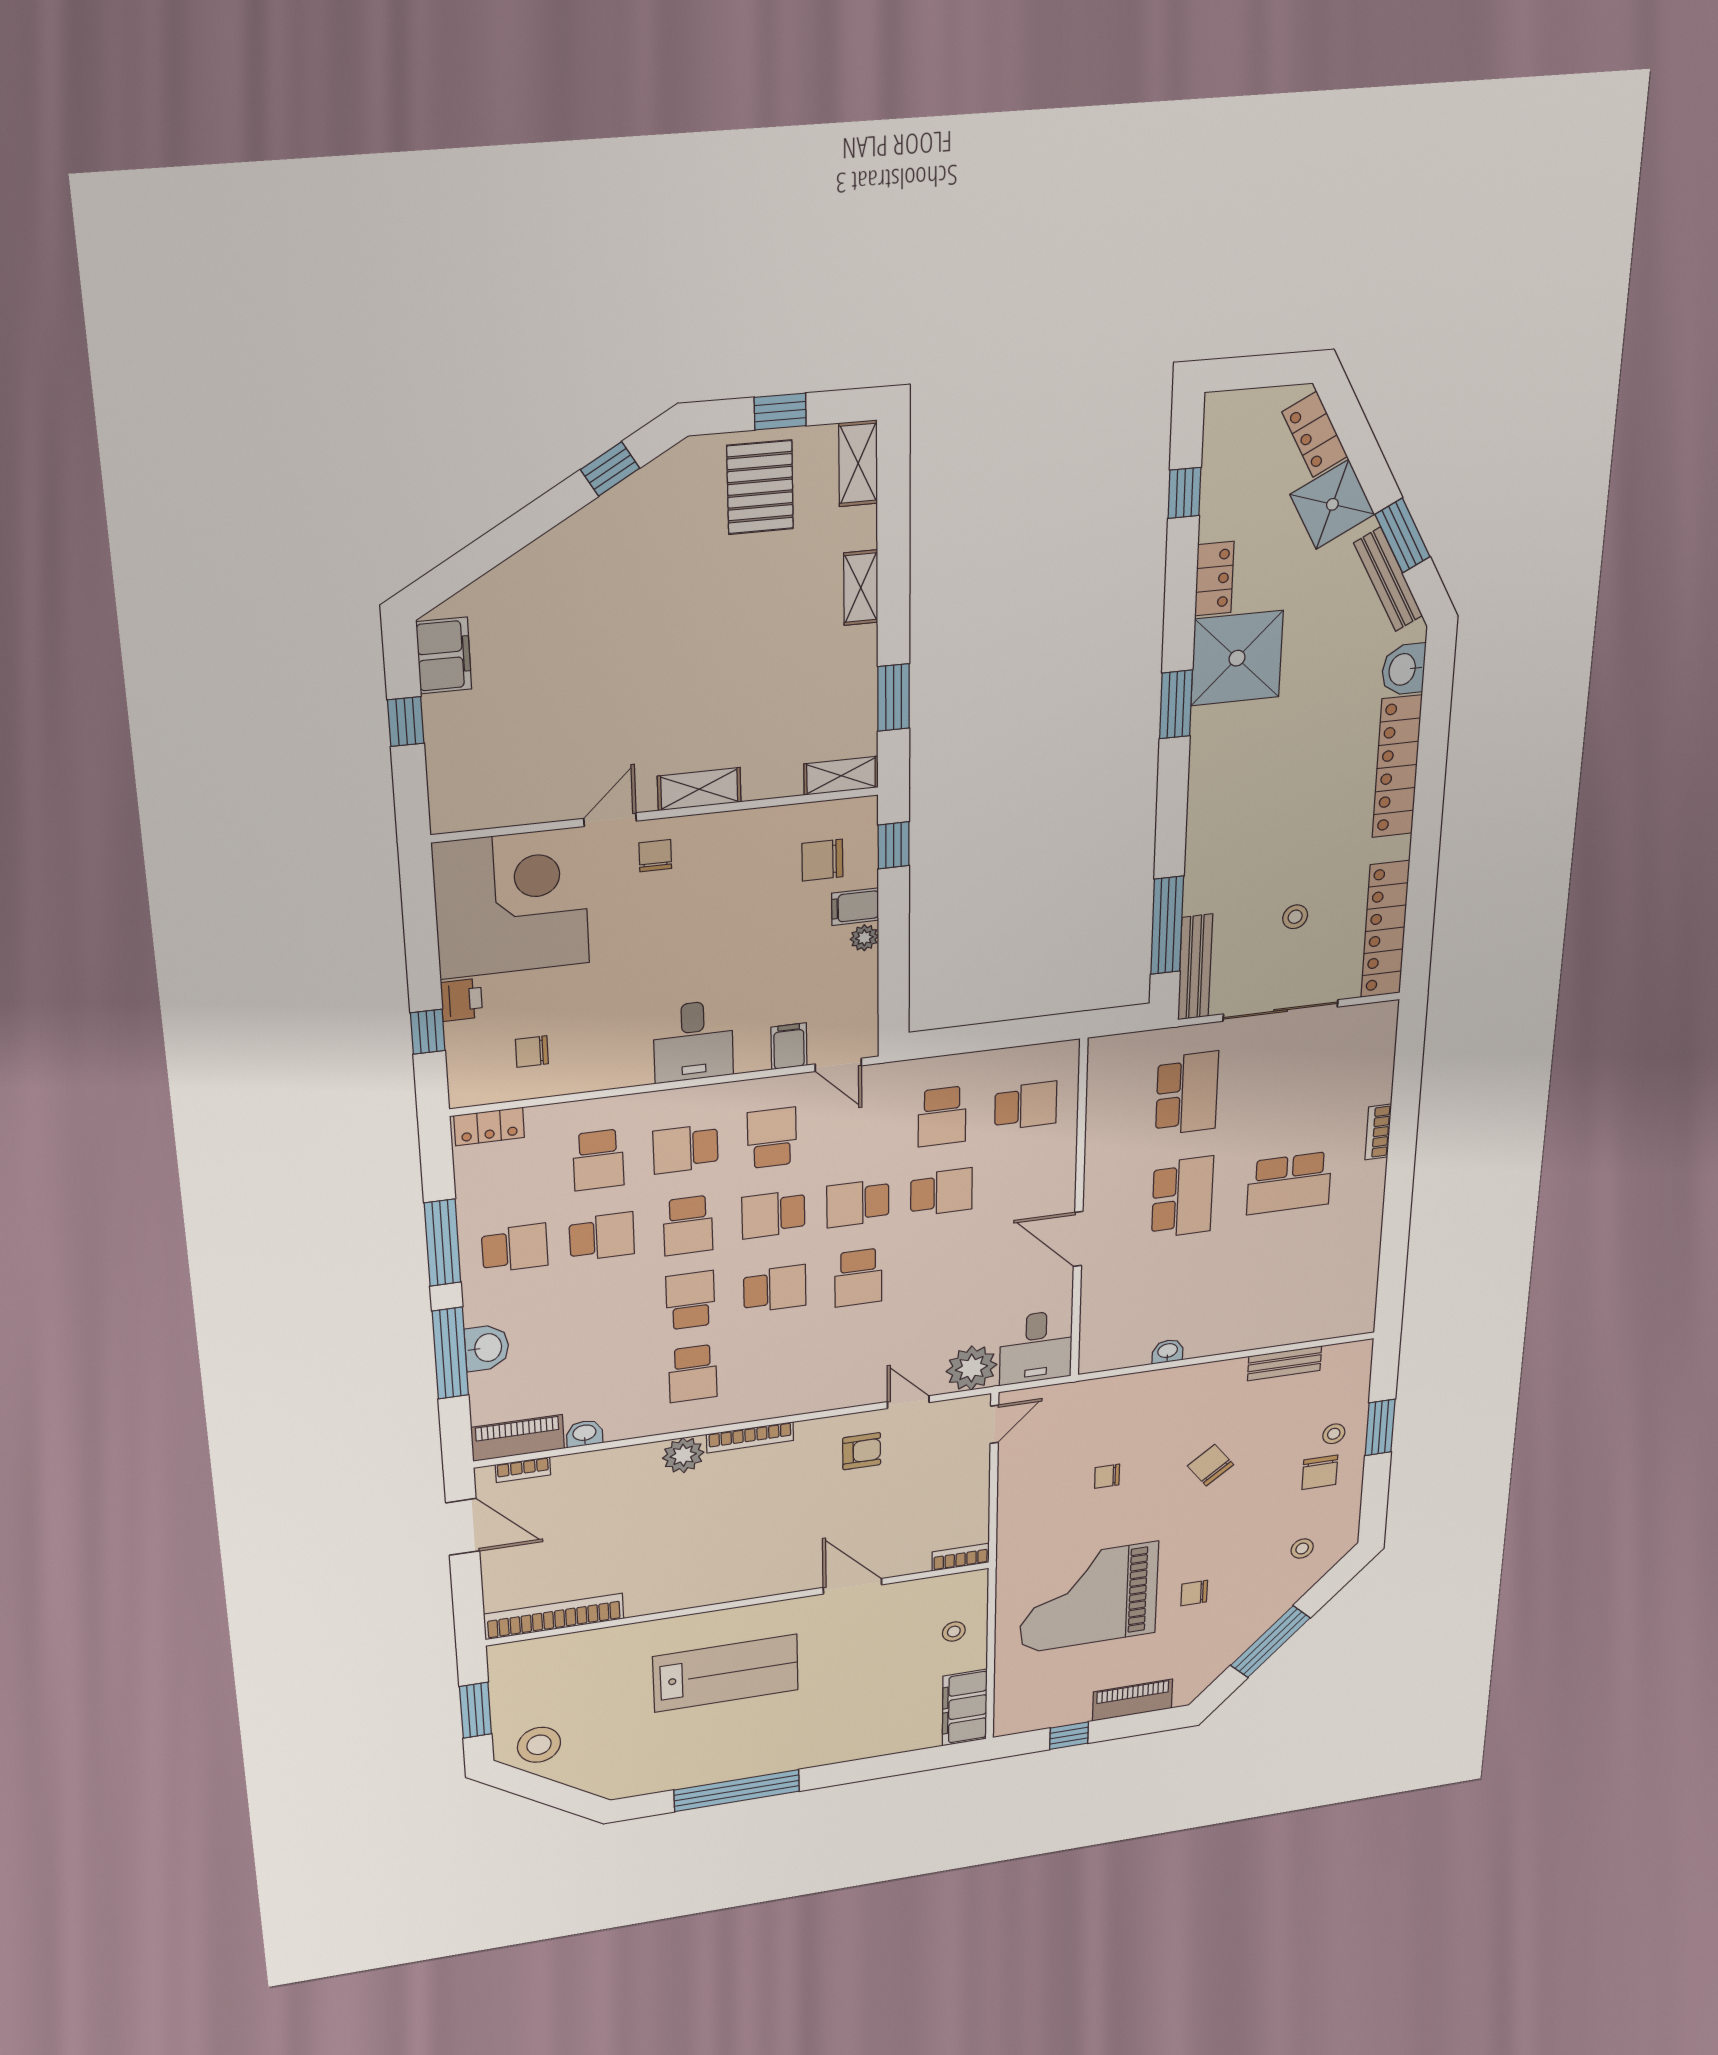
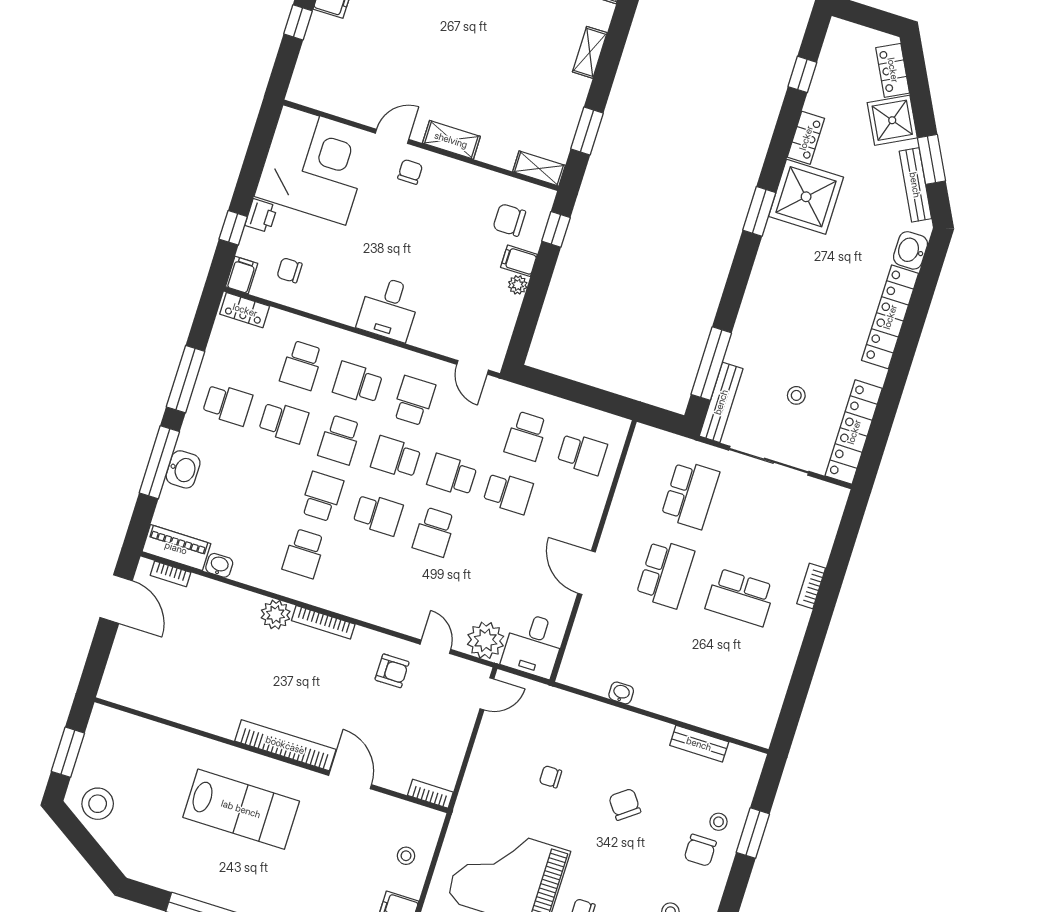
filing cabinet: (789, 1046) -> (242, 275), moved
bookcase: (554, 1616) -> (285, 745), moved

